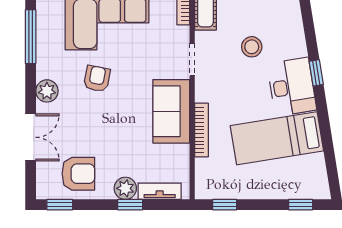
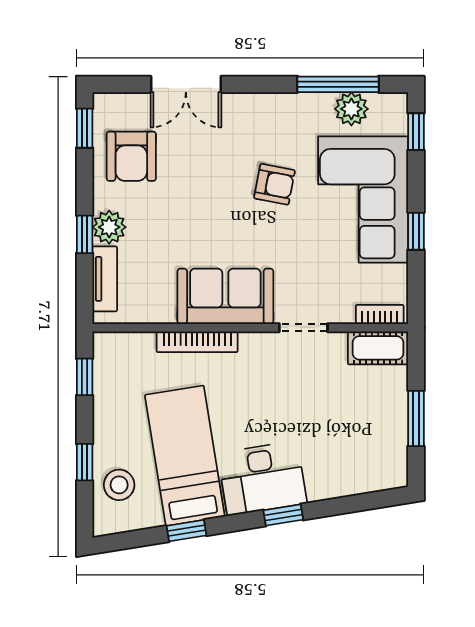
stool: (252, 47) -> (119, 485), moved
plant: (47, 91) -> (351, 109), moved
window: (327, 137) -> (186, 531), added
window: (301, 205) -> (85, 462), moved

